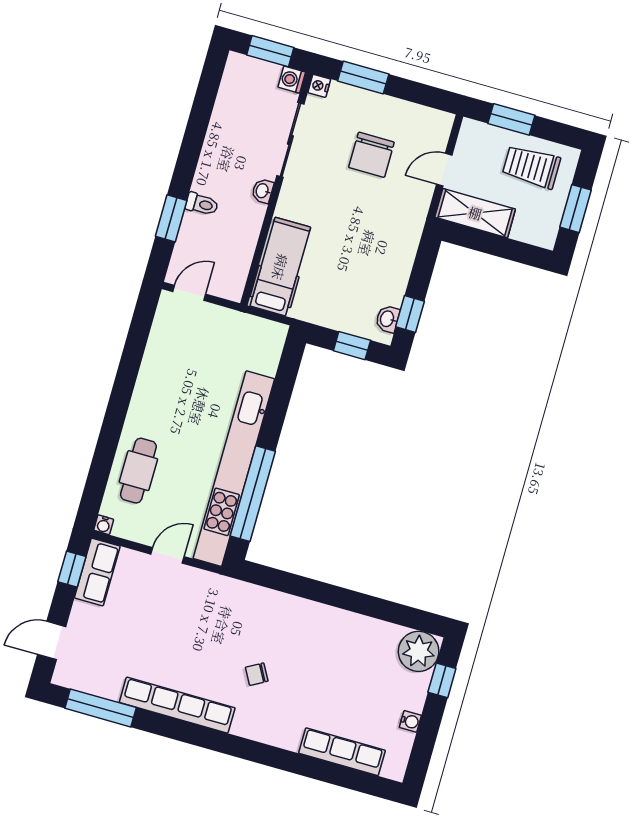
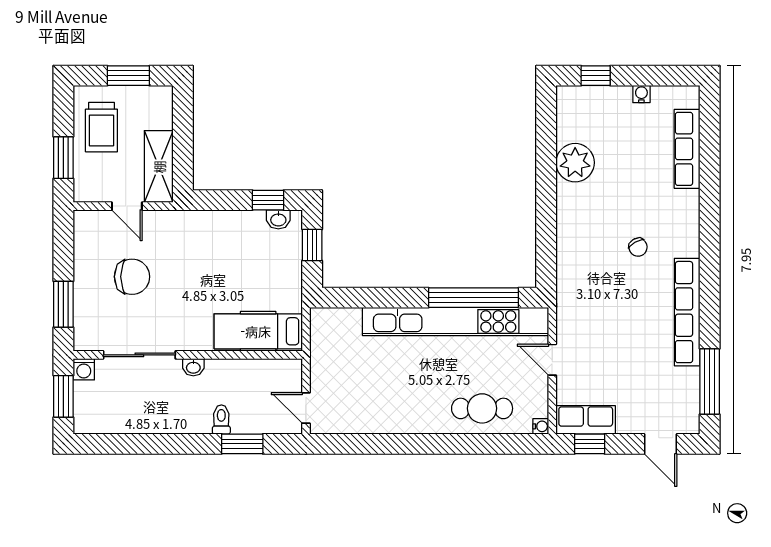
nightstand: (319, 86) -> (82, 342), removed
plant: (419, 651) -> (575, 163), moved

